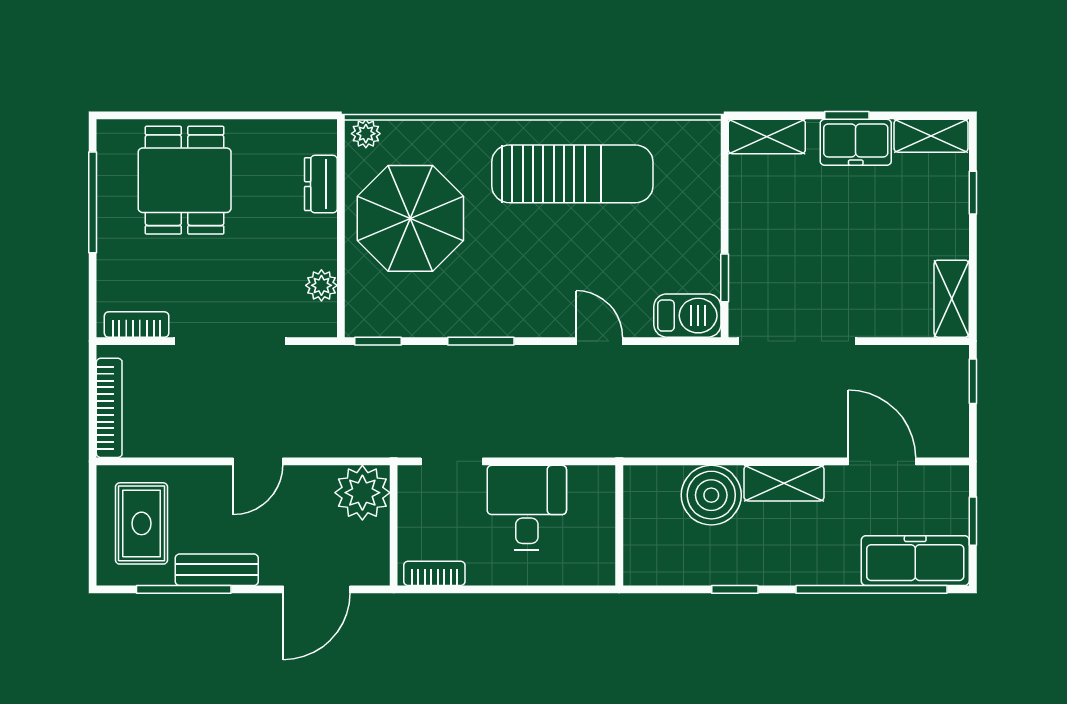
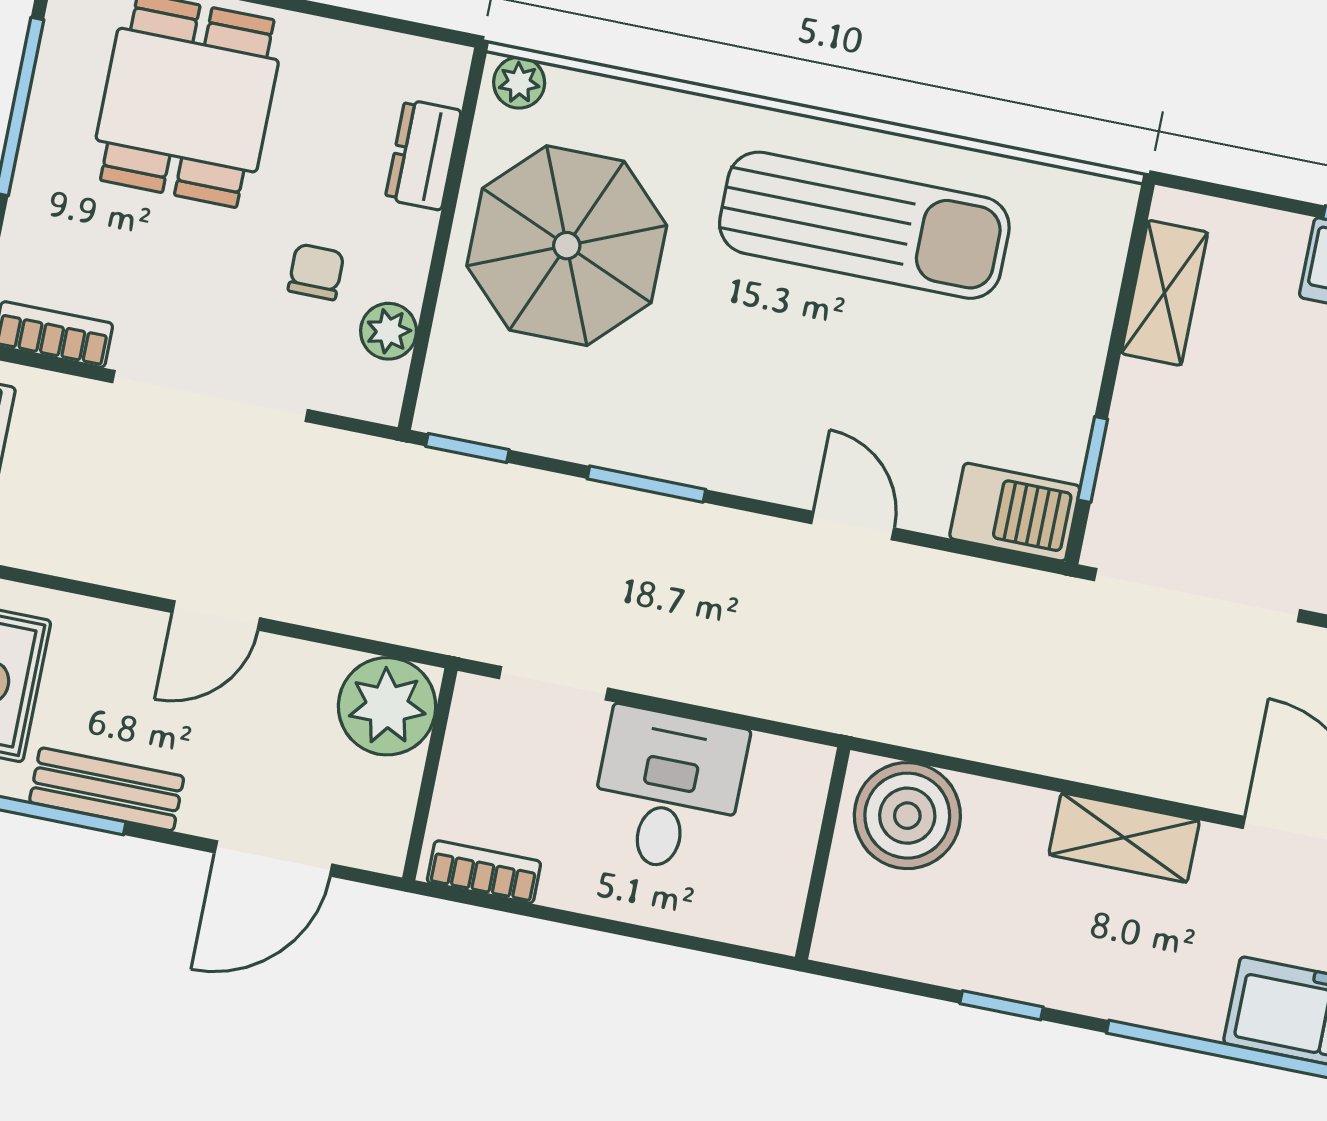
shelving: (767, 137) -> (1164, 293), moved, turned 90
chair: (275, 261) -> (316, 272), added
boiler: (711, 495) -> (907, 816), moved

